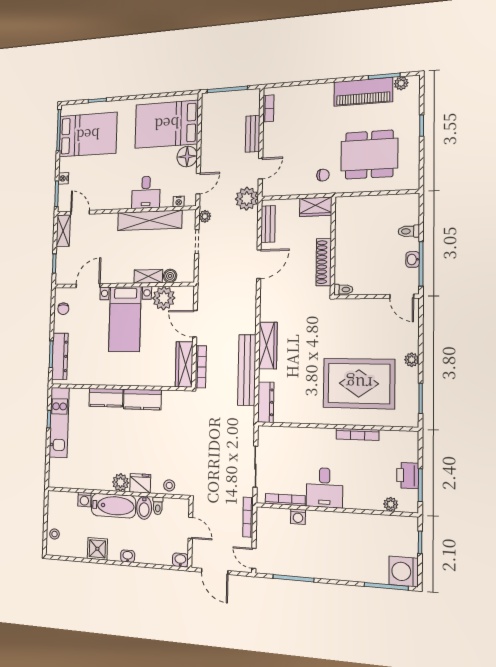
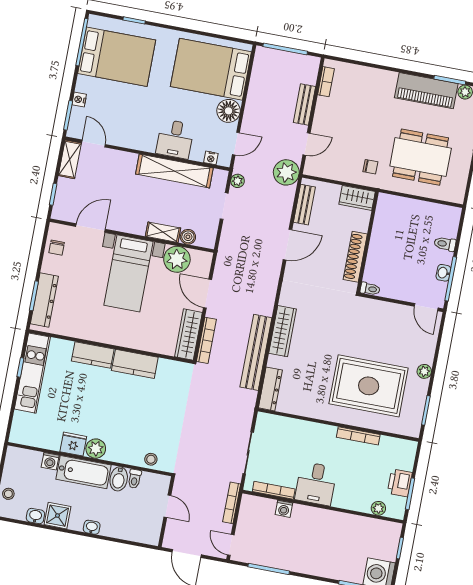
fridge: (140, 483) -> (73, 444), moved
washbasin: (180, 560) -> (35, 516), moved

